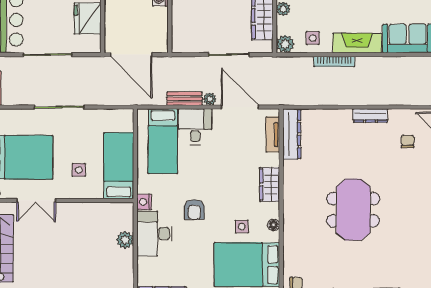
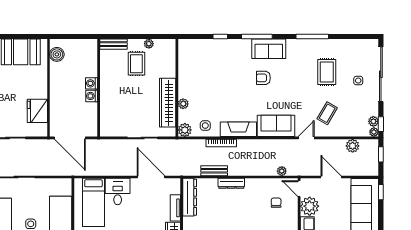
bench: (184, 99) -> (214, 171), moved
plant: (210, 99) -> (282, 171), moved
dresser: (370, 116) -> (231, 183), moved
tv unit: (273, 134) -> (175, 208), moved

